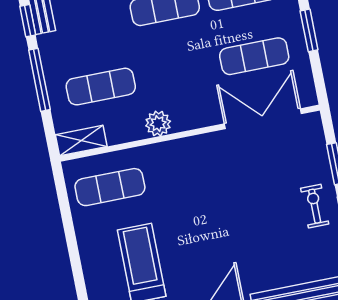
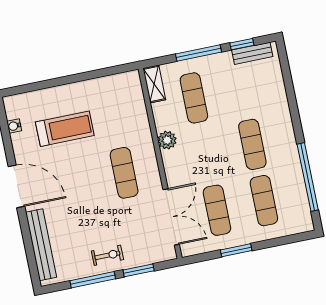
exercise mat: (110, 187) -> (124, 173), moved

